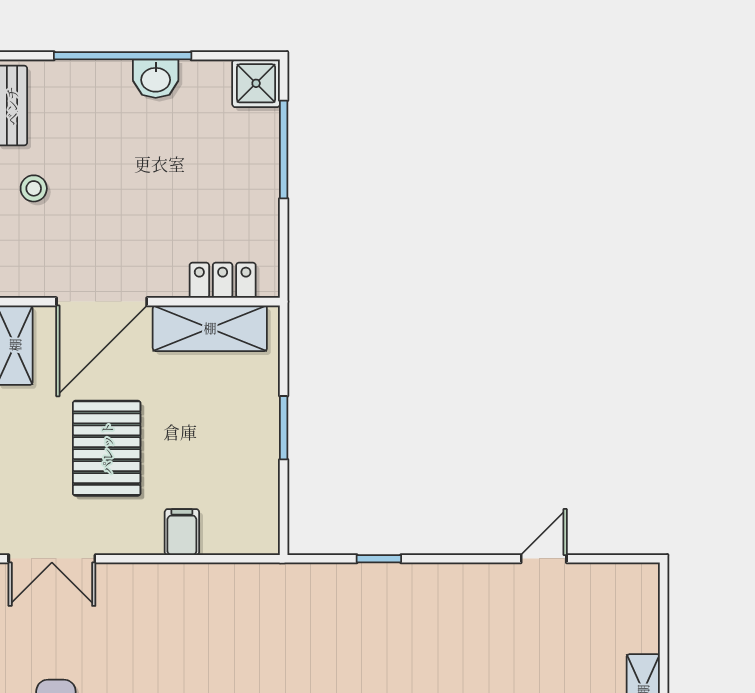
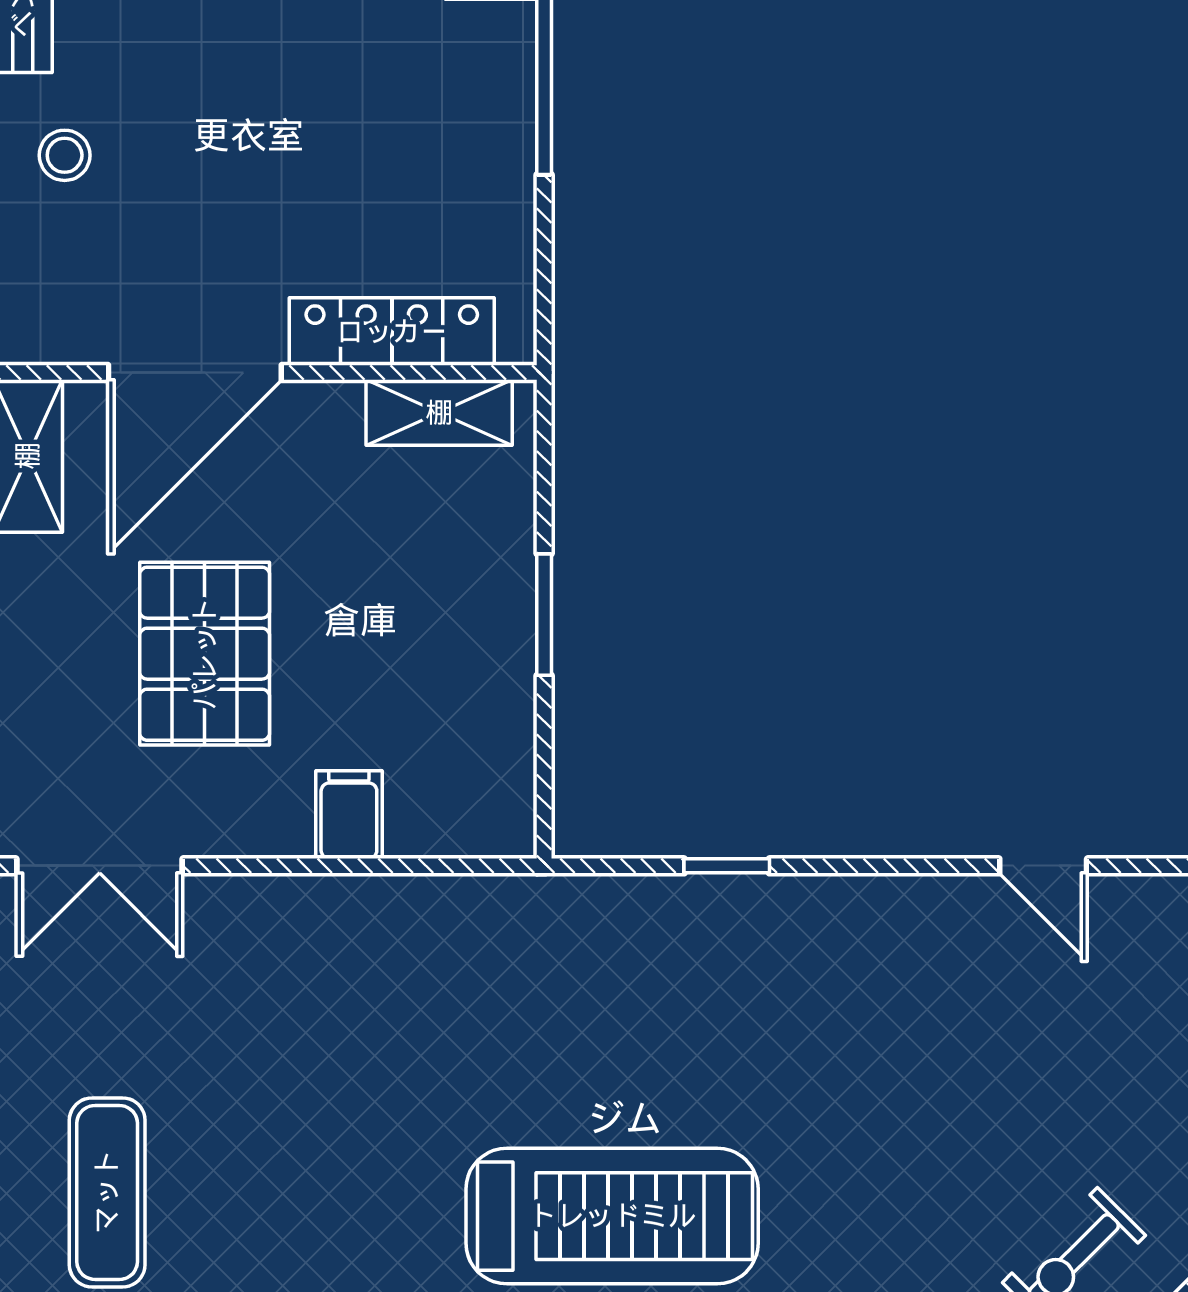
locker: (223, 280) -> (392, 332), width x1.53
shelving: (210, 328) -> (439, 413), width x0.67, depth x0.75
door: (544, 559) -> (1043, 866), swing flipped

